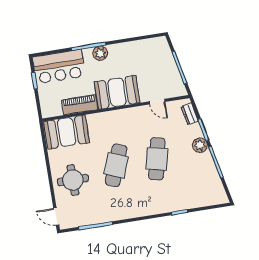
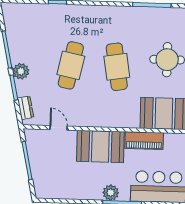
cafe table: (116, 165) -> (117, 67), turned -30

